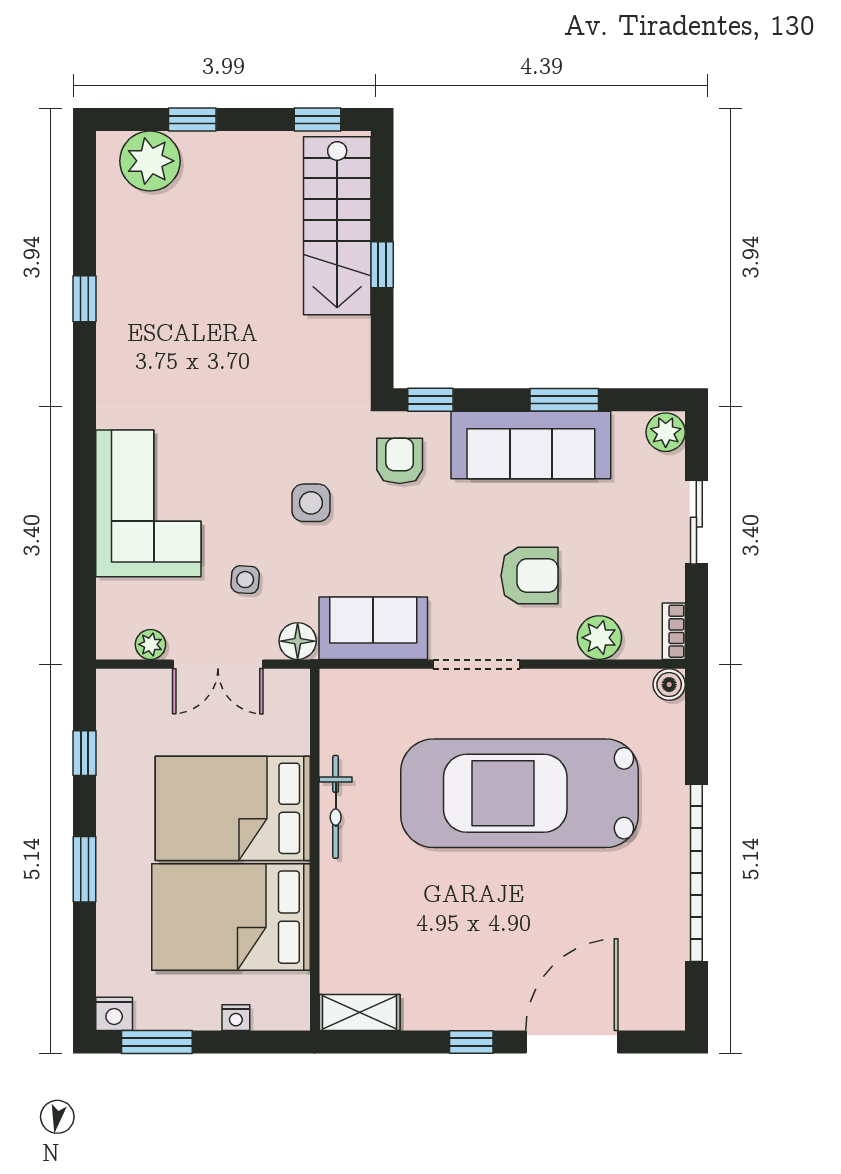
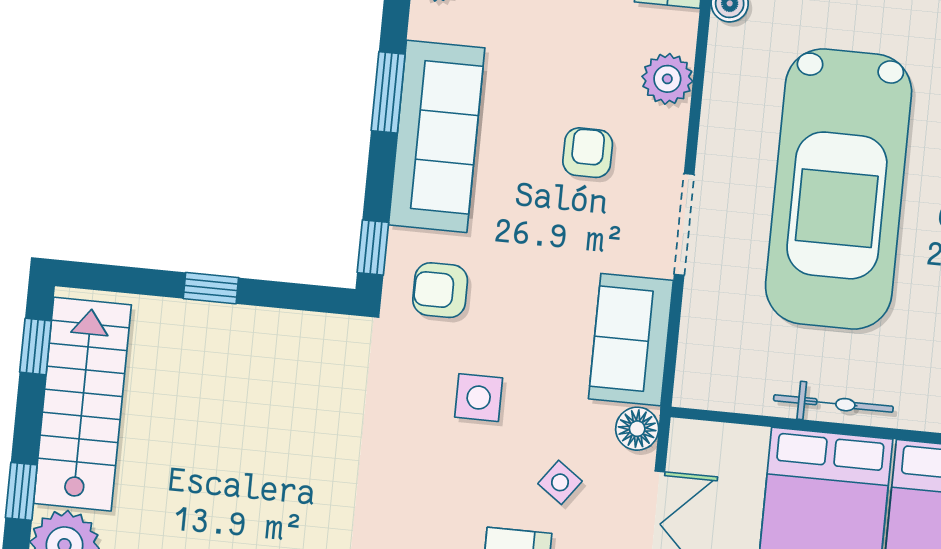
stairs: (337, 226) -> (82, 404), moved, turned -90
armchair: (530, 576) -> (588, 153), width x0.72, depth x0.72
side table: (245, 580) -> (560, 482), turned 32

